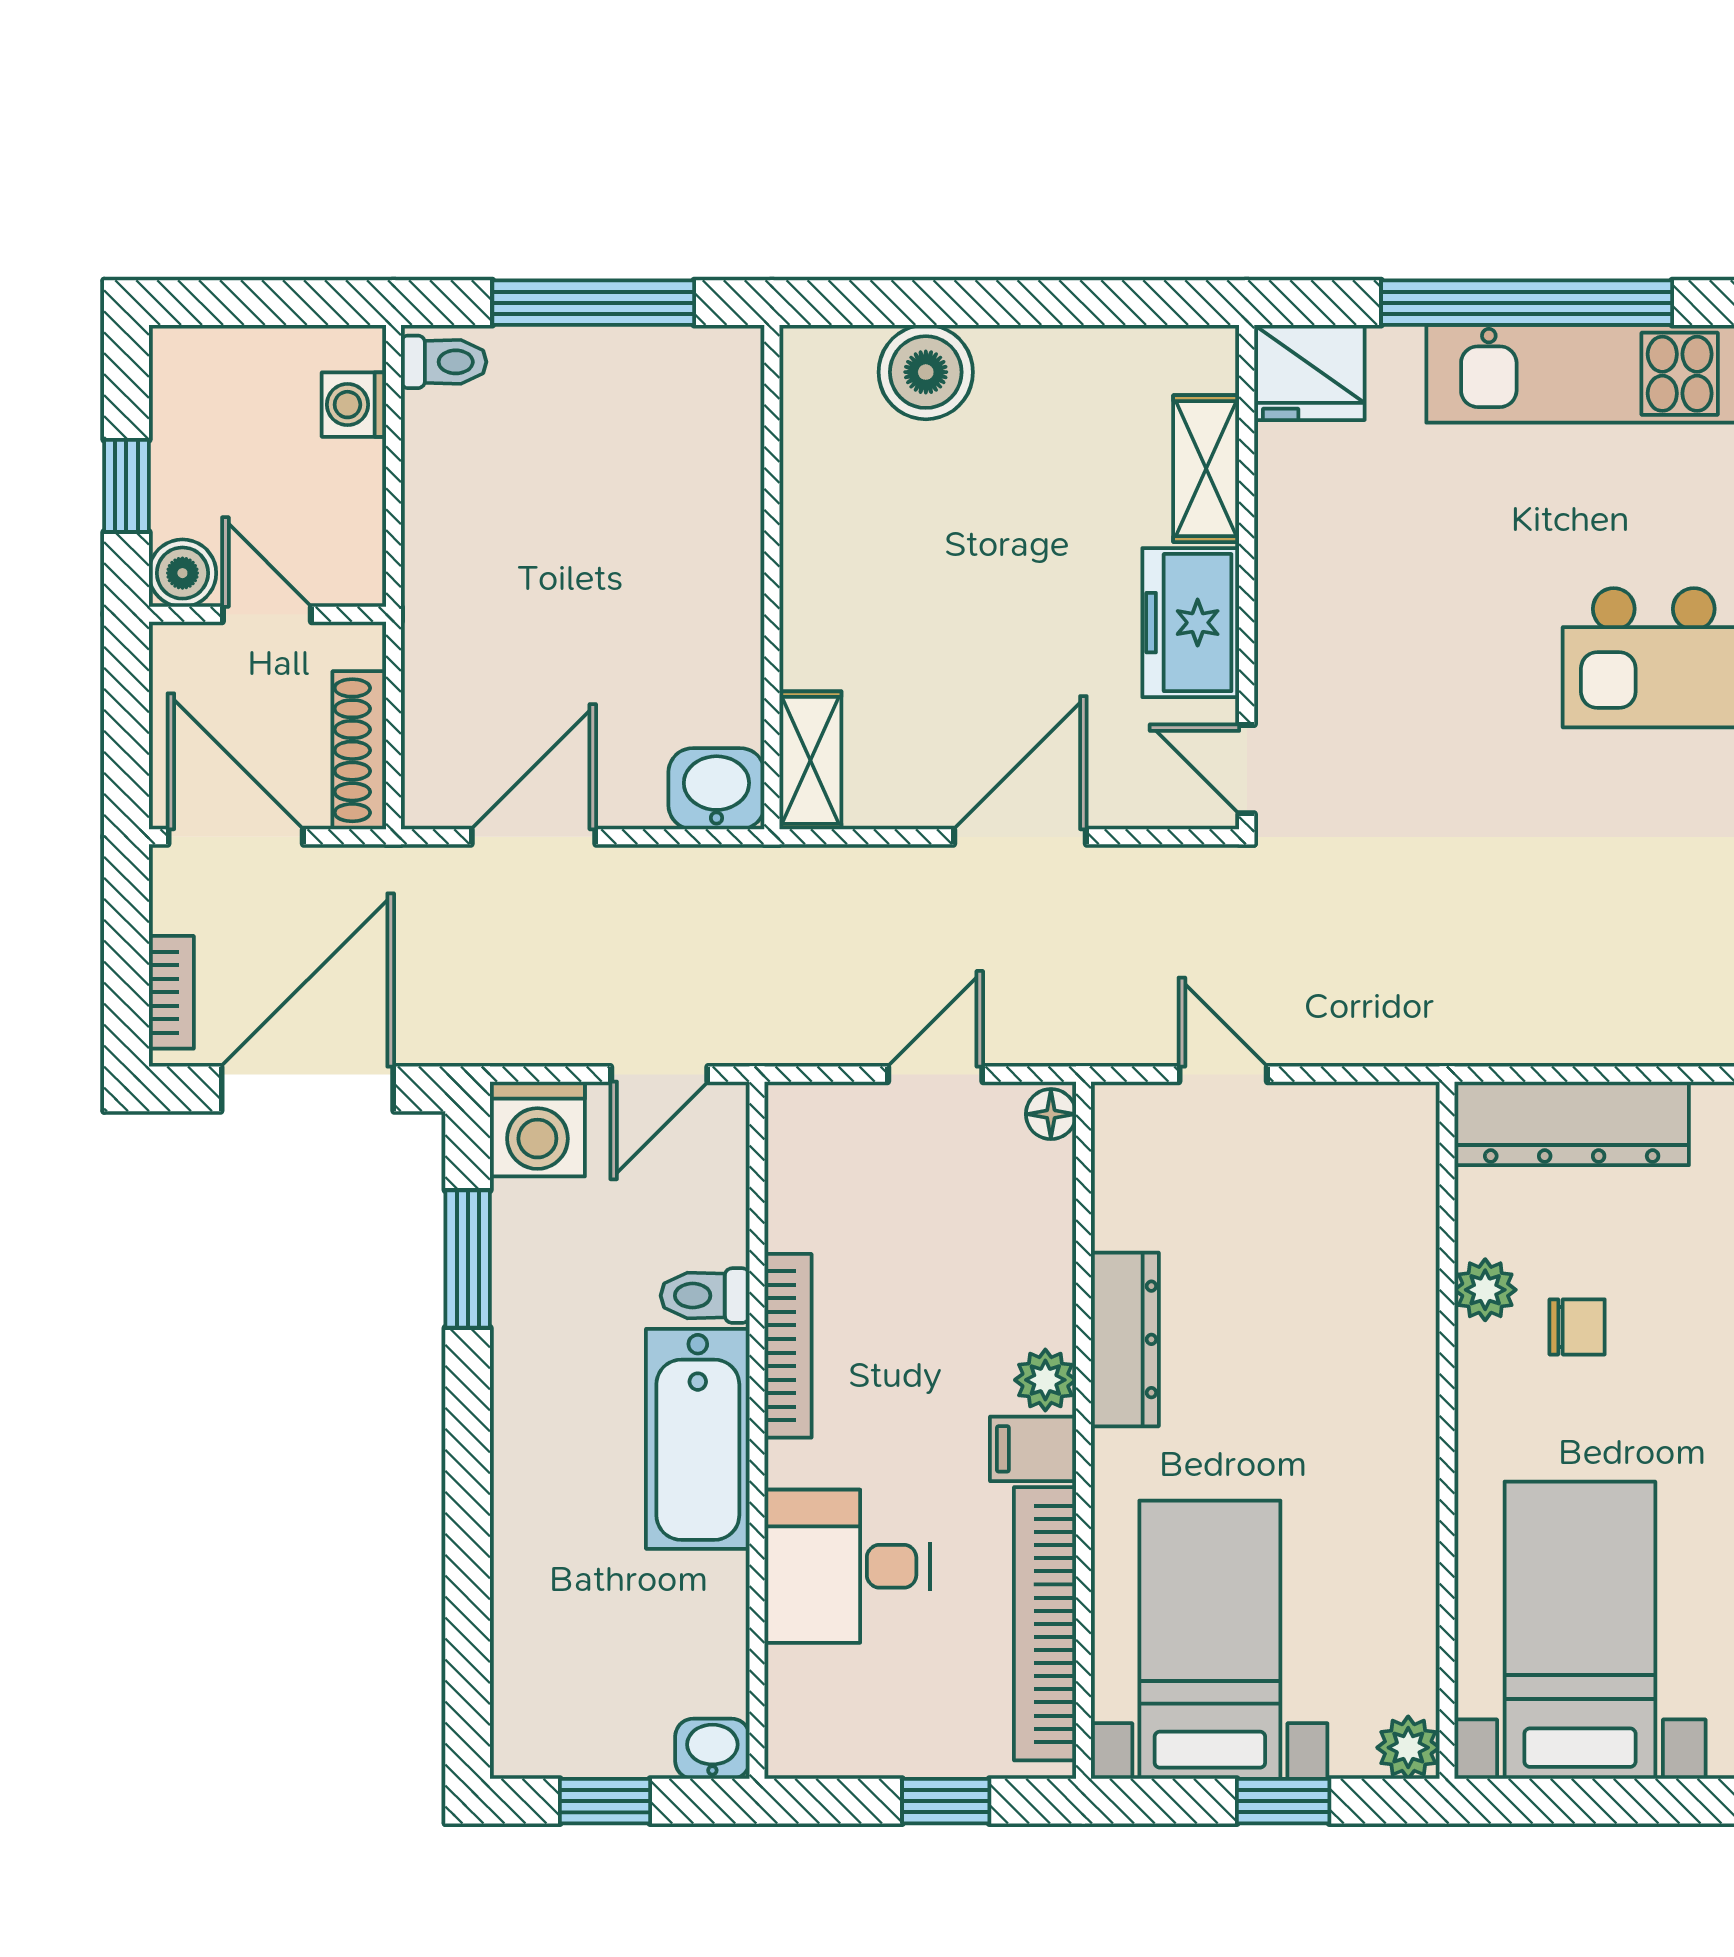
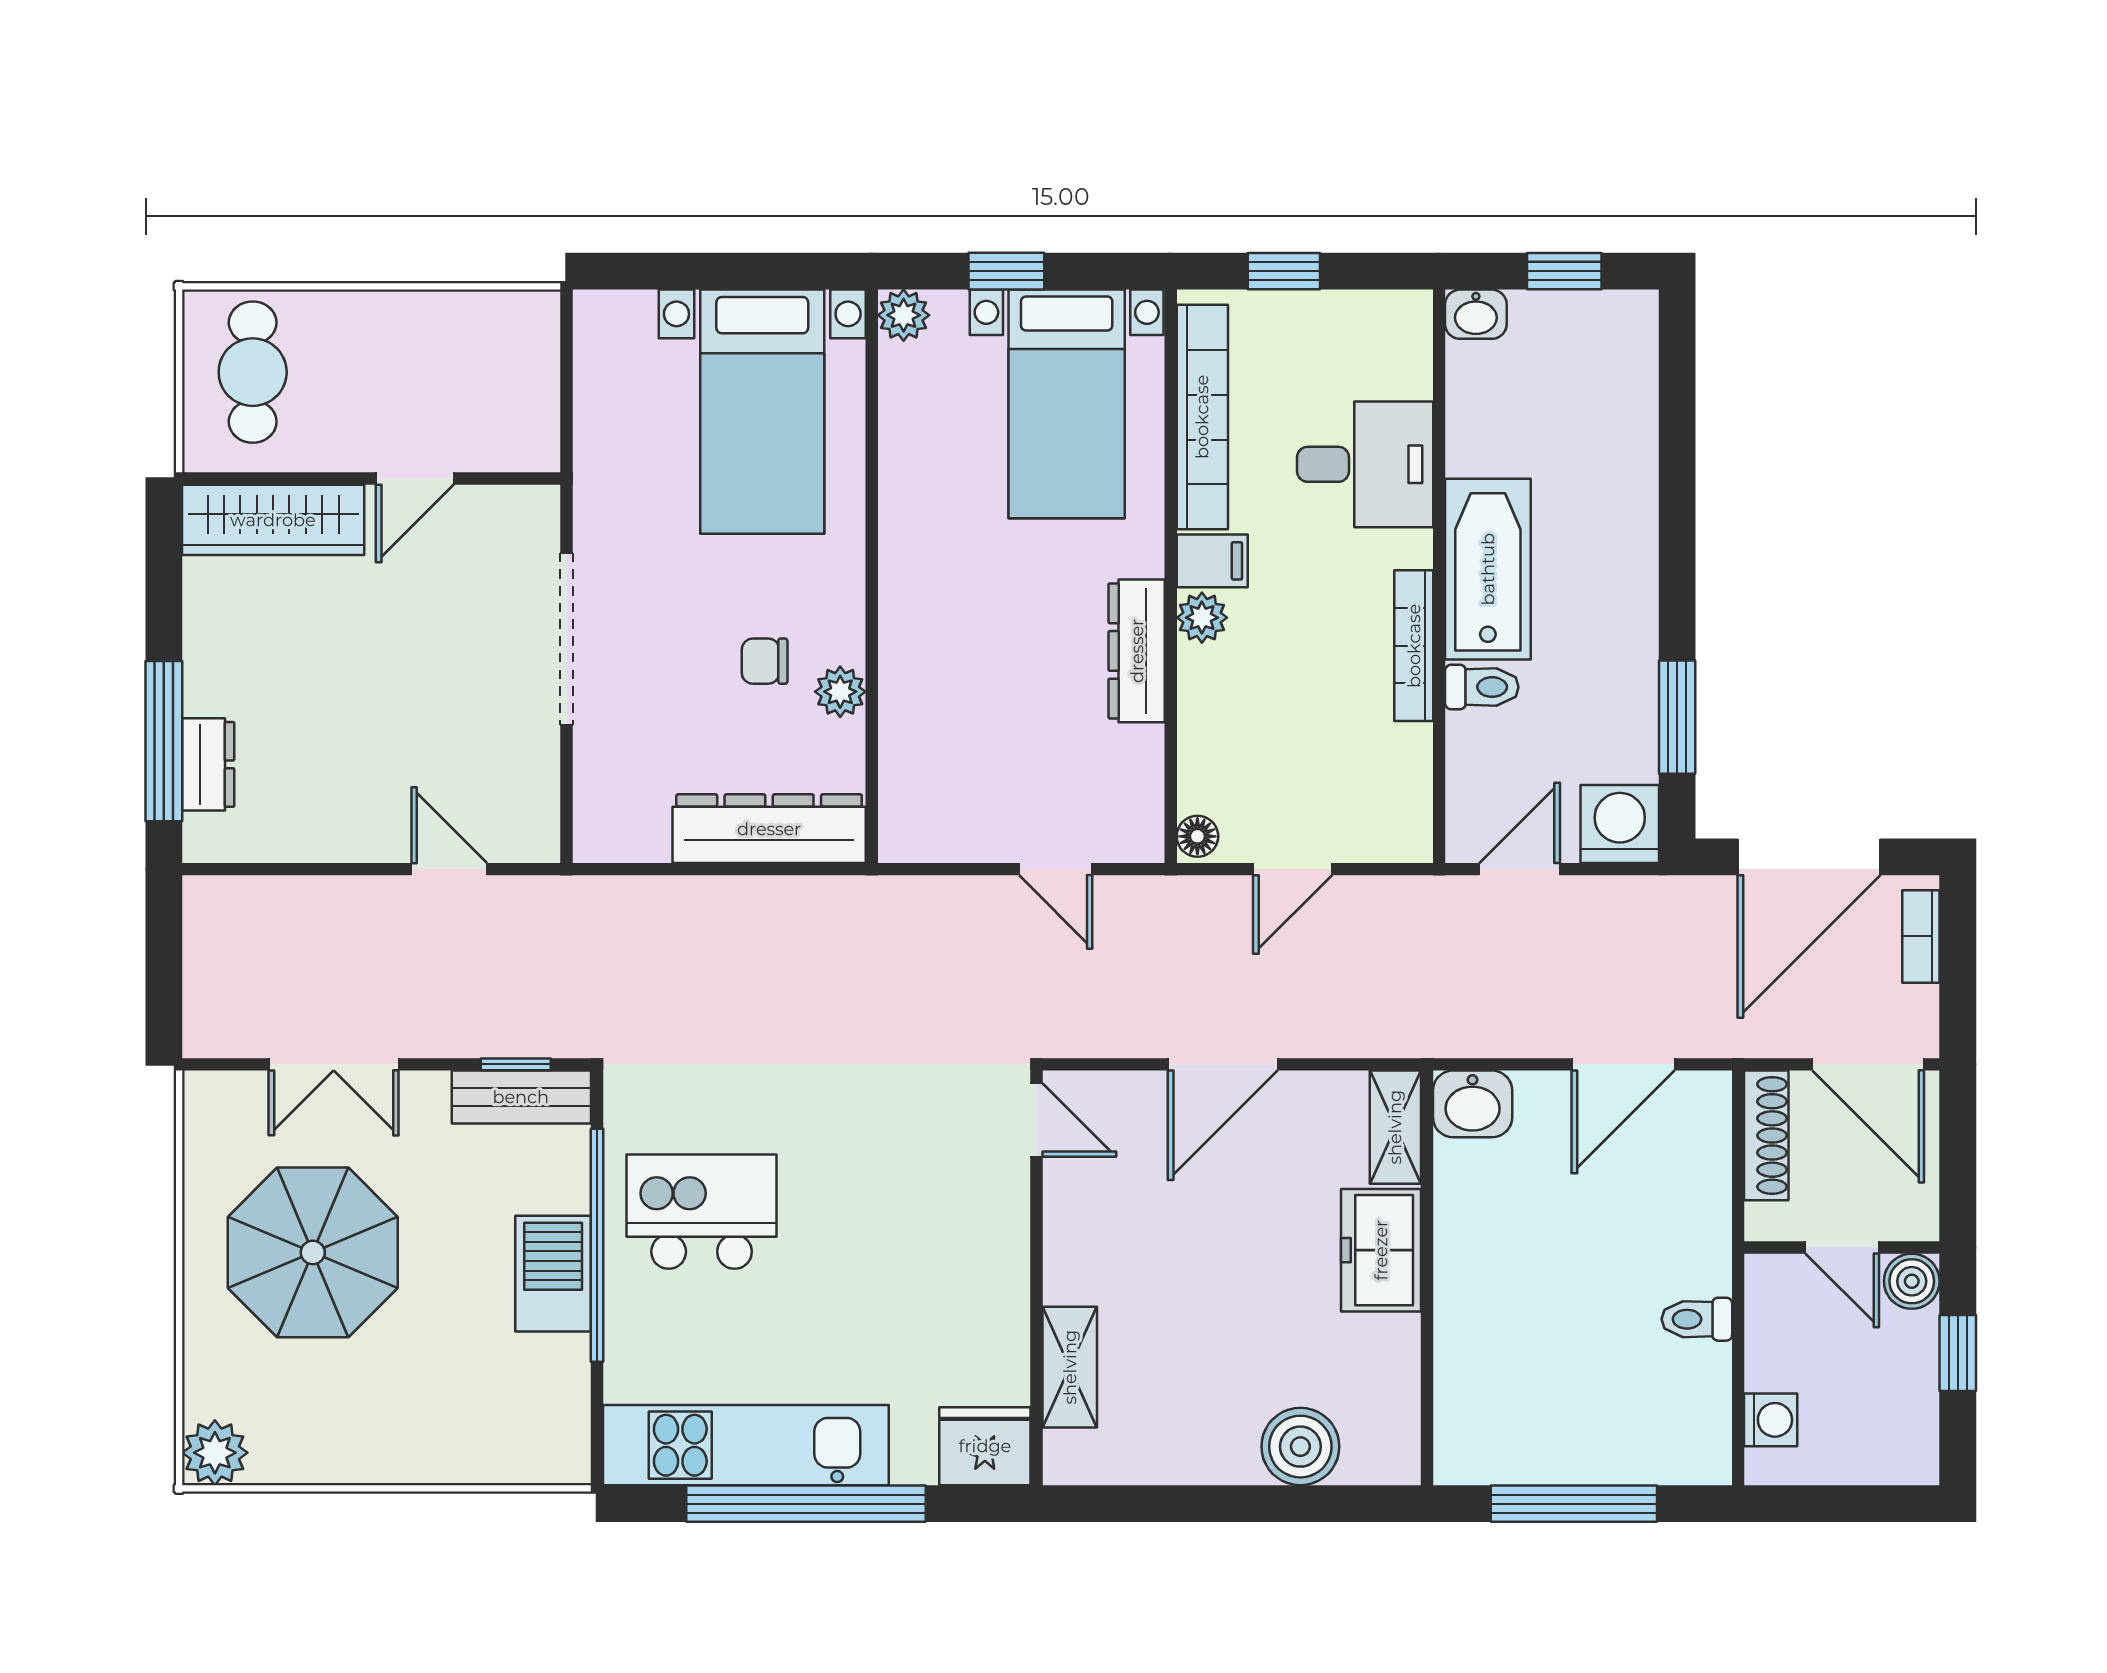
toilet: (444, 362) -> (1697, 1319), moved
freezer: (1191, 623) -> (1381, 1250), moved, turned 180

